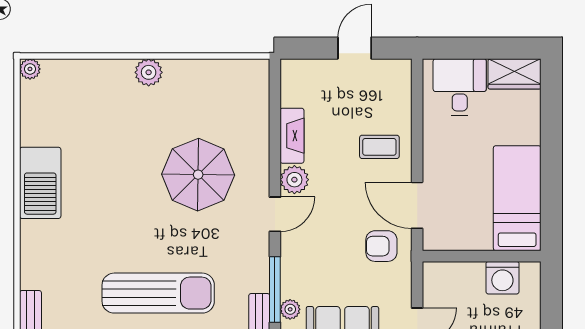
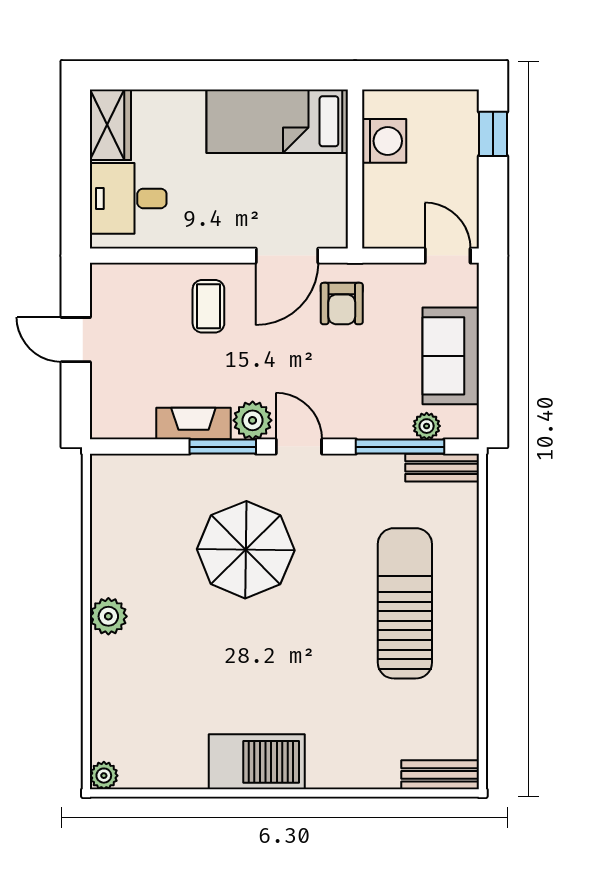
window: (275, 157) -> (223, 447), added

